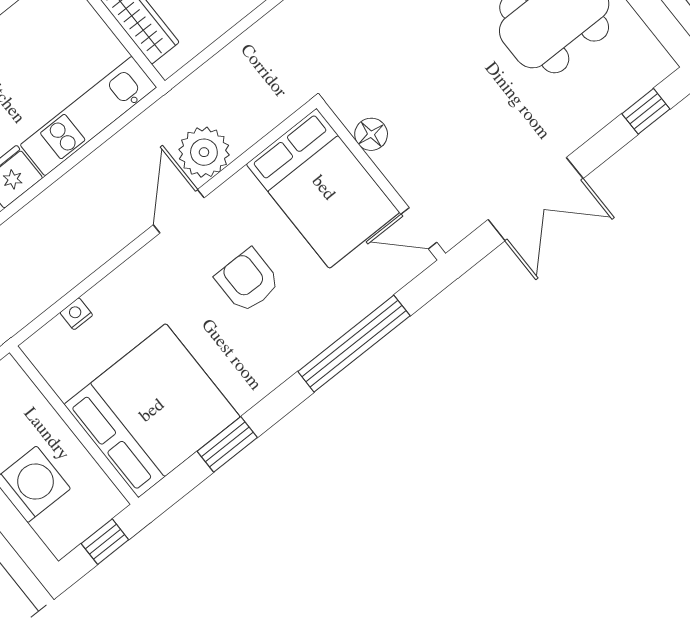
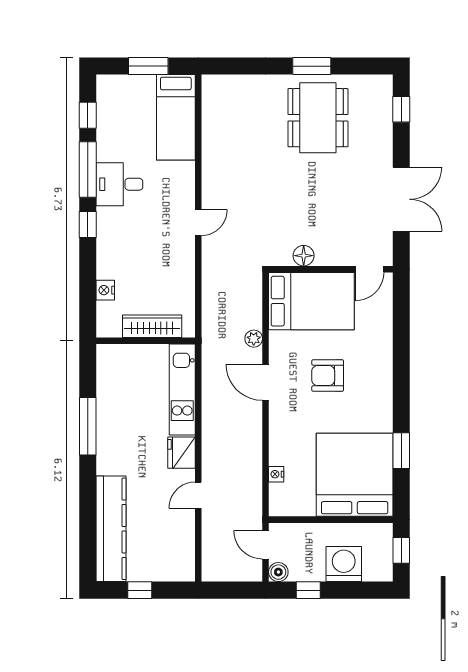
plant: (204, 152) -> (254, 339), width x0.53, depth x0.53
window: (354, 344) -> (401, 347), removed

